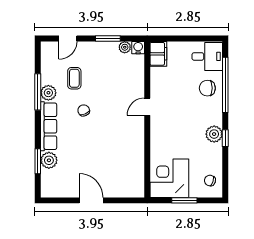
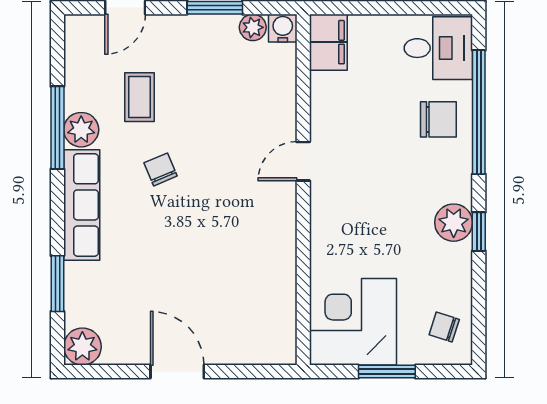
chair: (207, 88) -> (438, 119), turned 180
plant: (49, 160) -> (82, 347), moved

